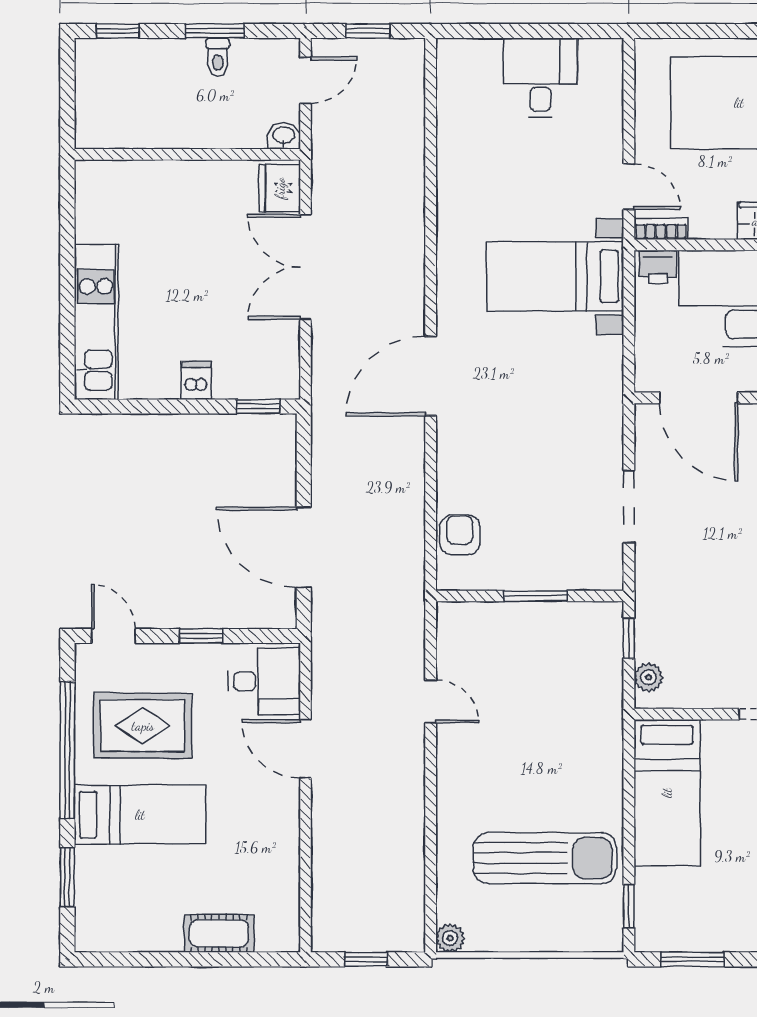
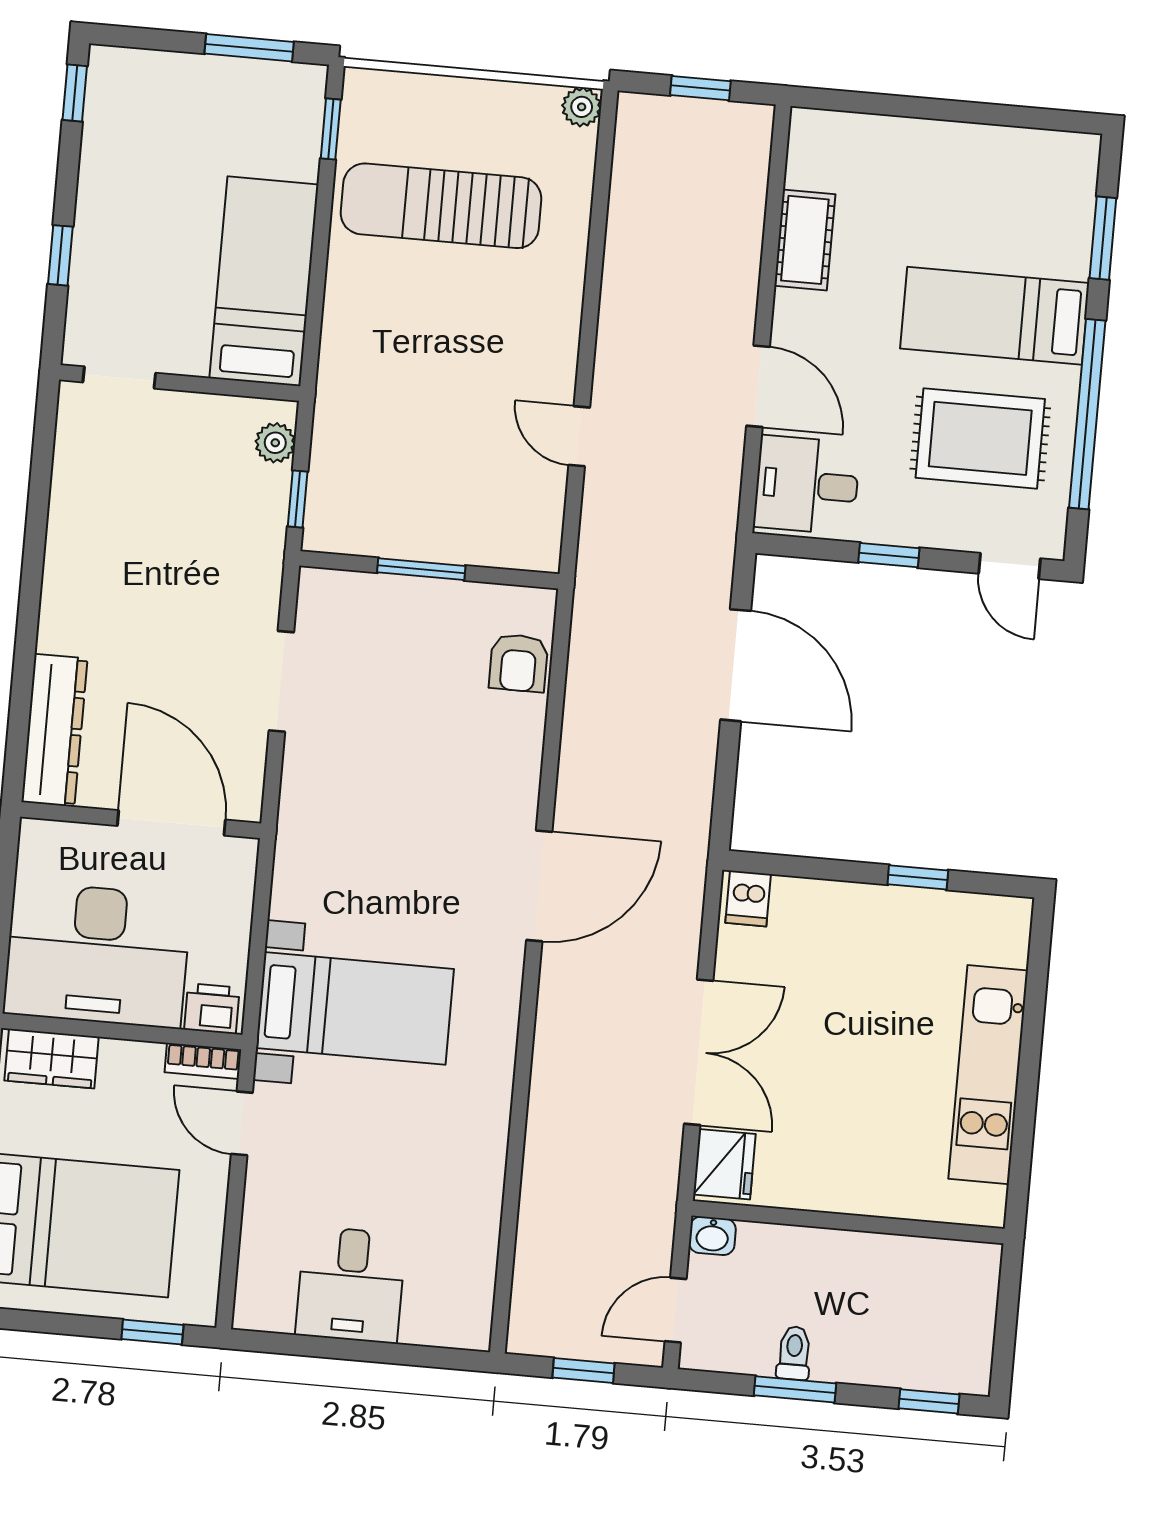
window: (680, 31) -> (152, 1332), added
kitchen unit: (96, 322) -> (988, 1075), moved
dishwasher: (196, 380) -> (748, 898), moved
window: (258, 406) -> (918, 877), moved
cot: (219, 933) -> (805, 240), moved, turned 90

